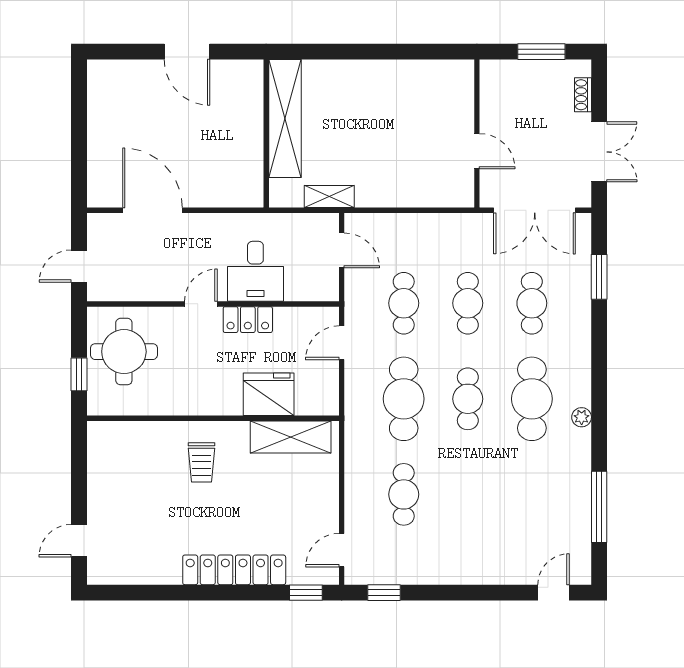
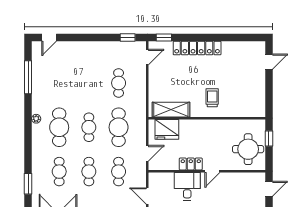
fridge: (269, 394) -> (167, 129), moved

